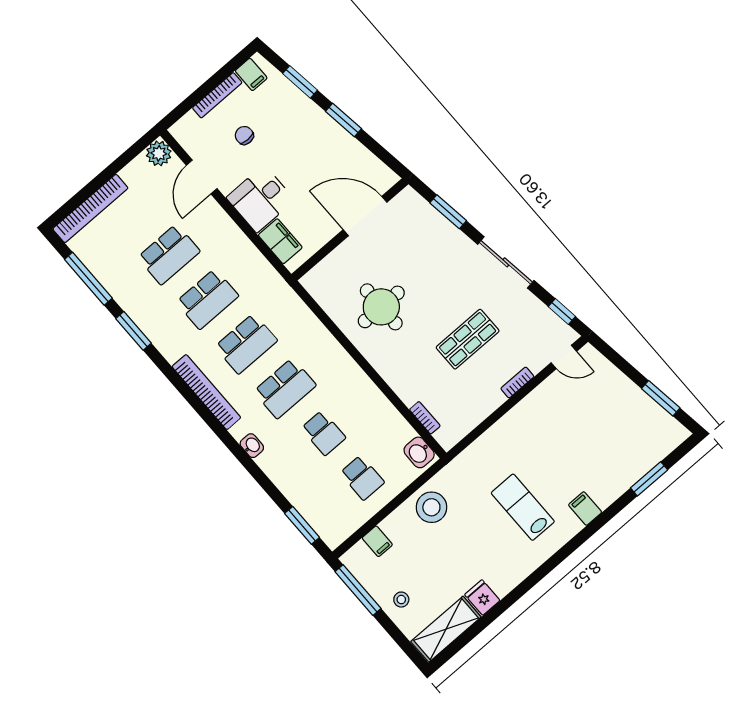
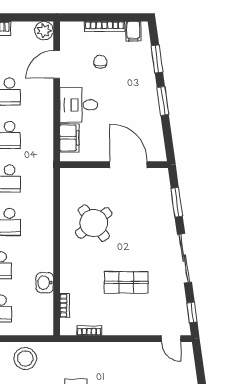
round table: (381, 307) -> (94, 223), turned -38
bookcase: (517, 383) -> (89, 330), moved
washbasin: (419, 452) -> (45, 283), moved

